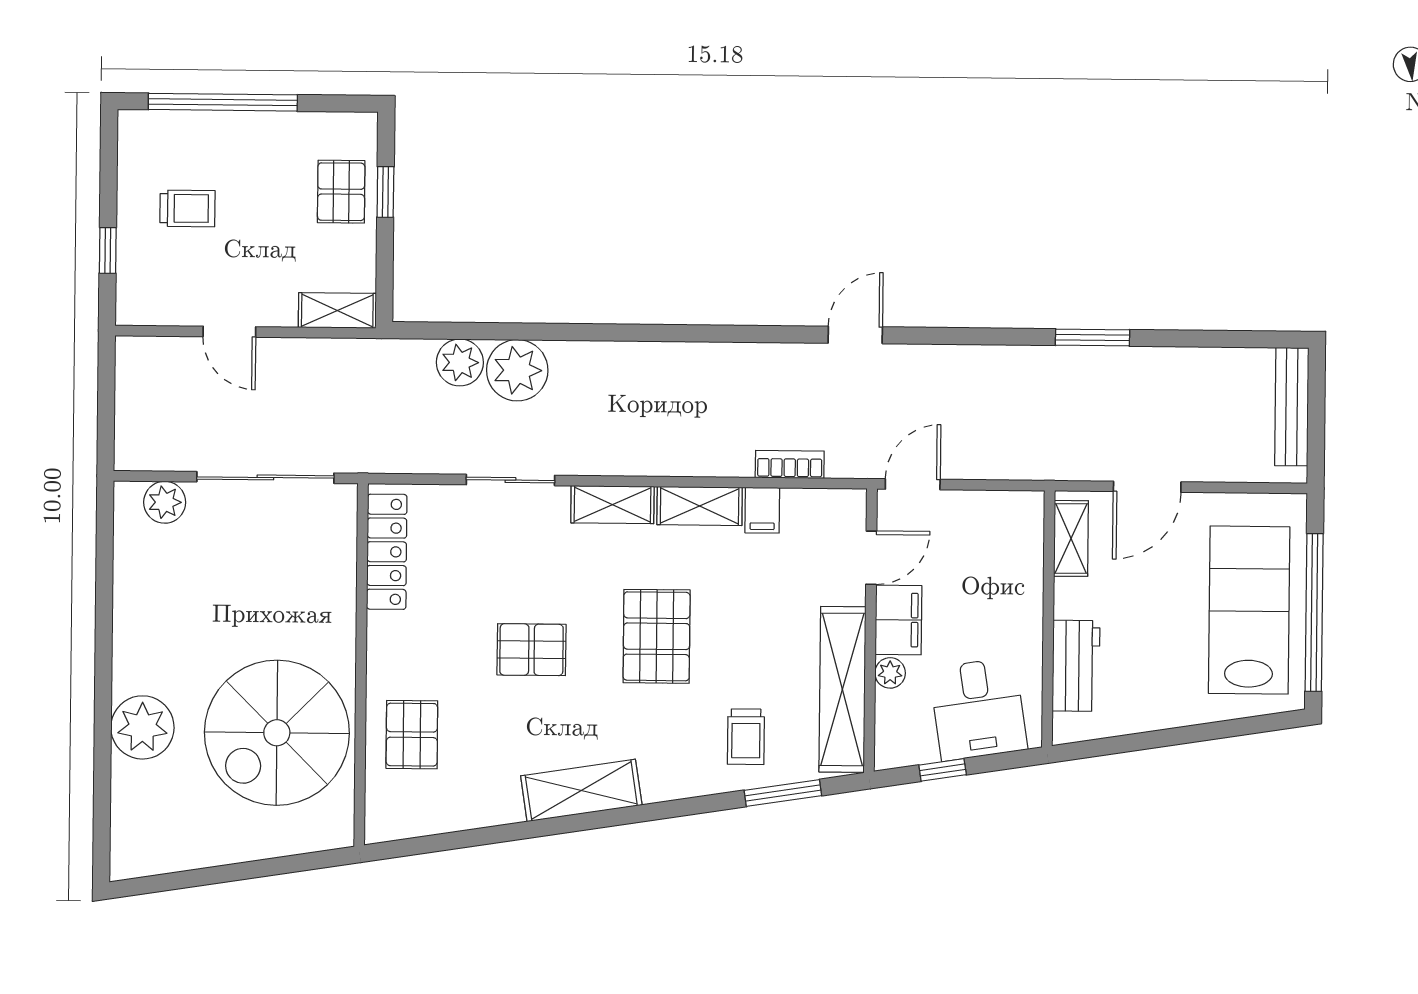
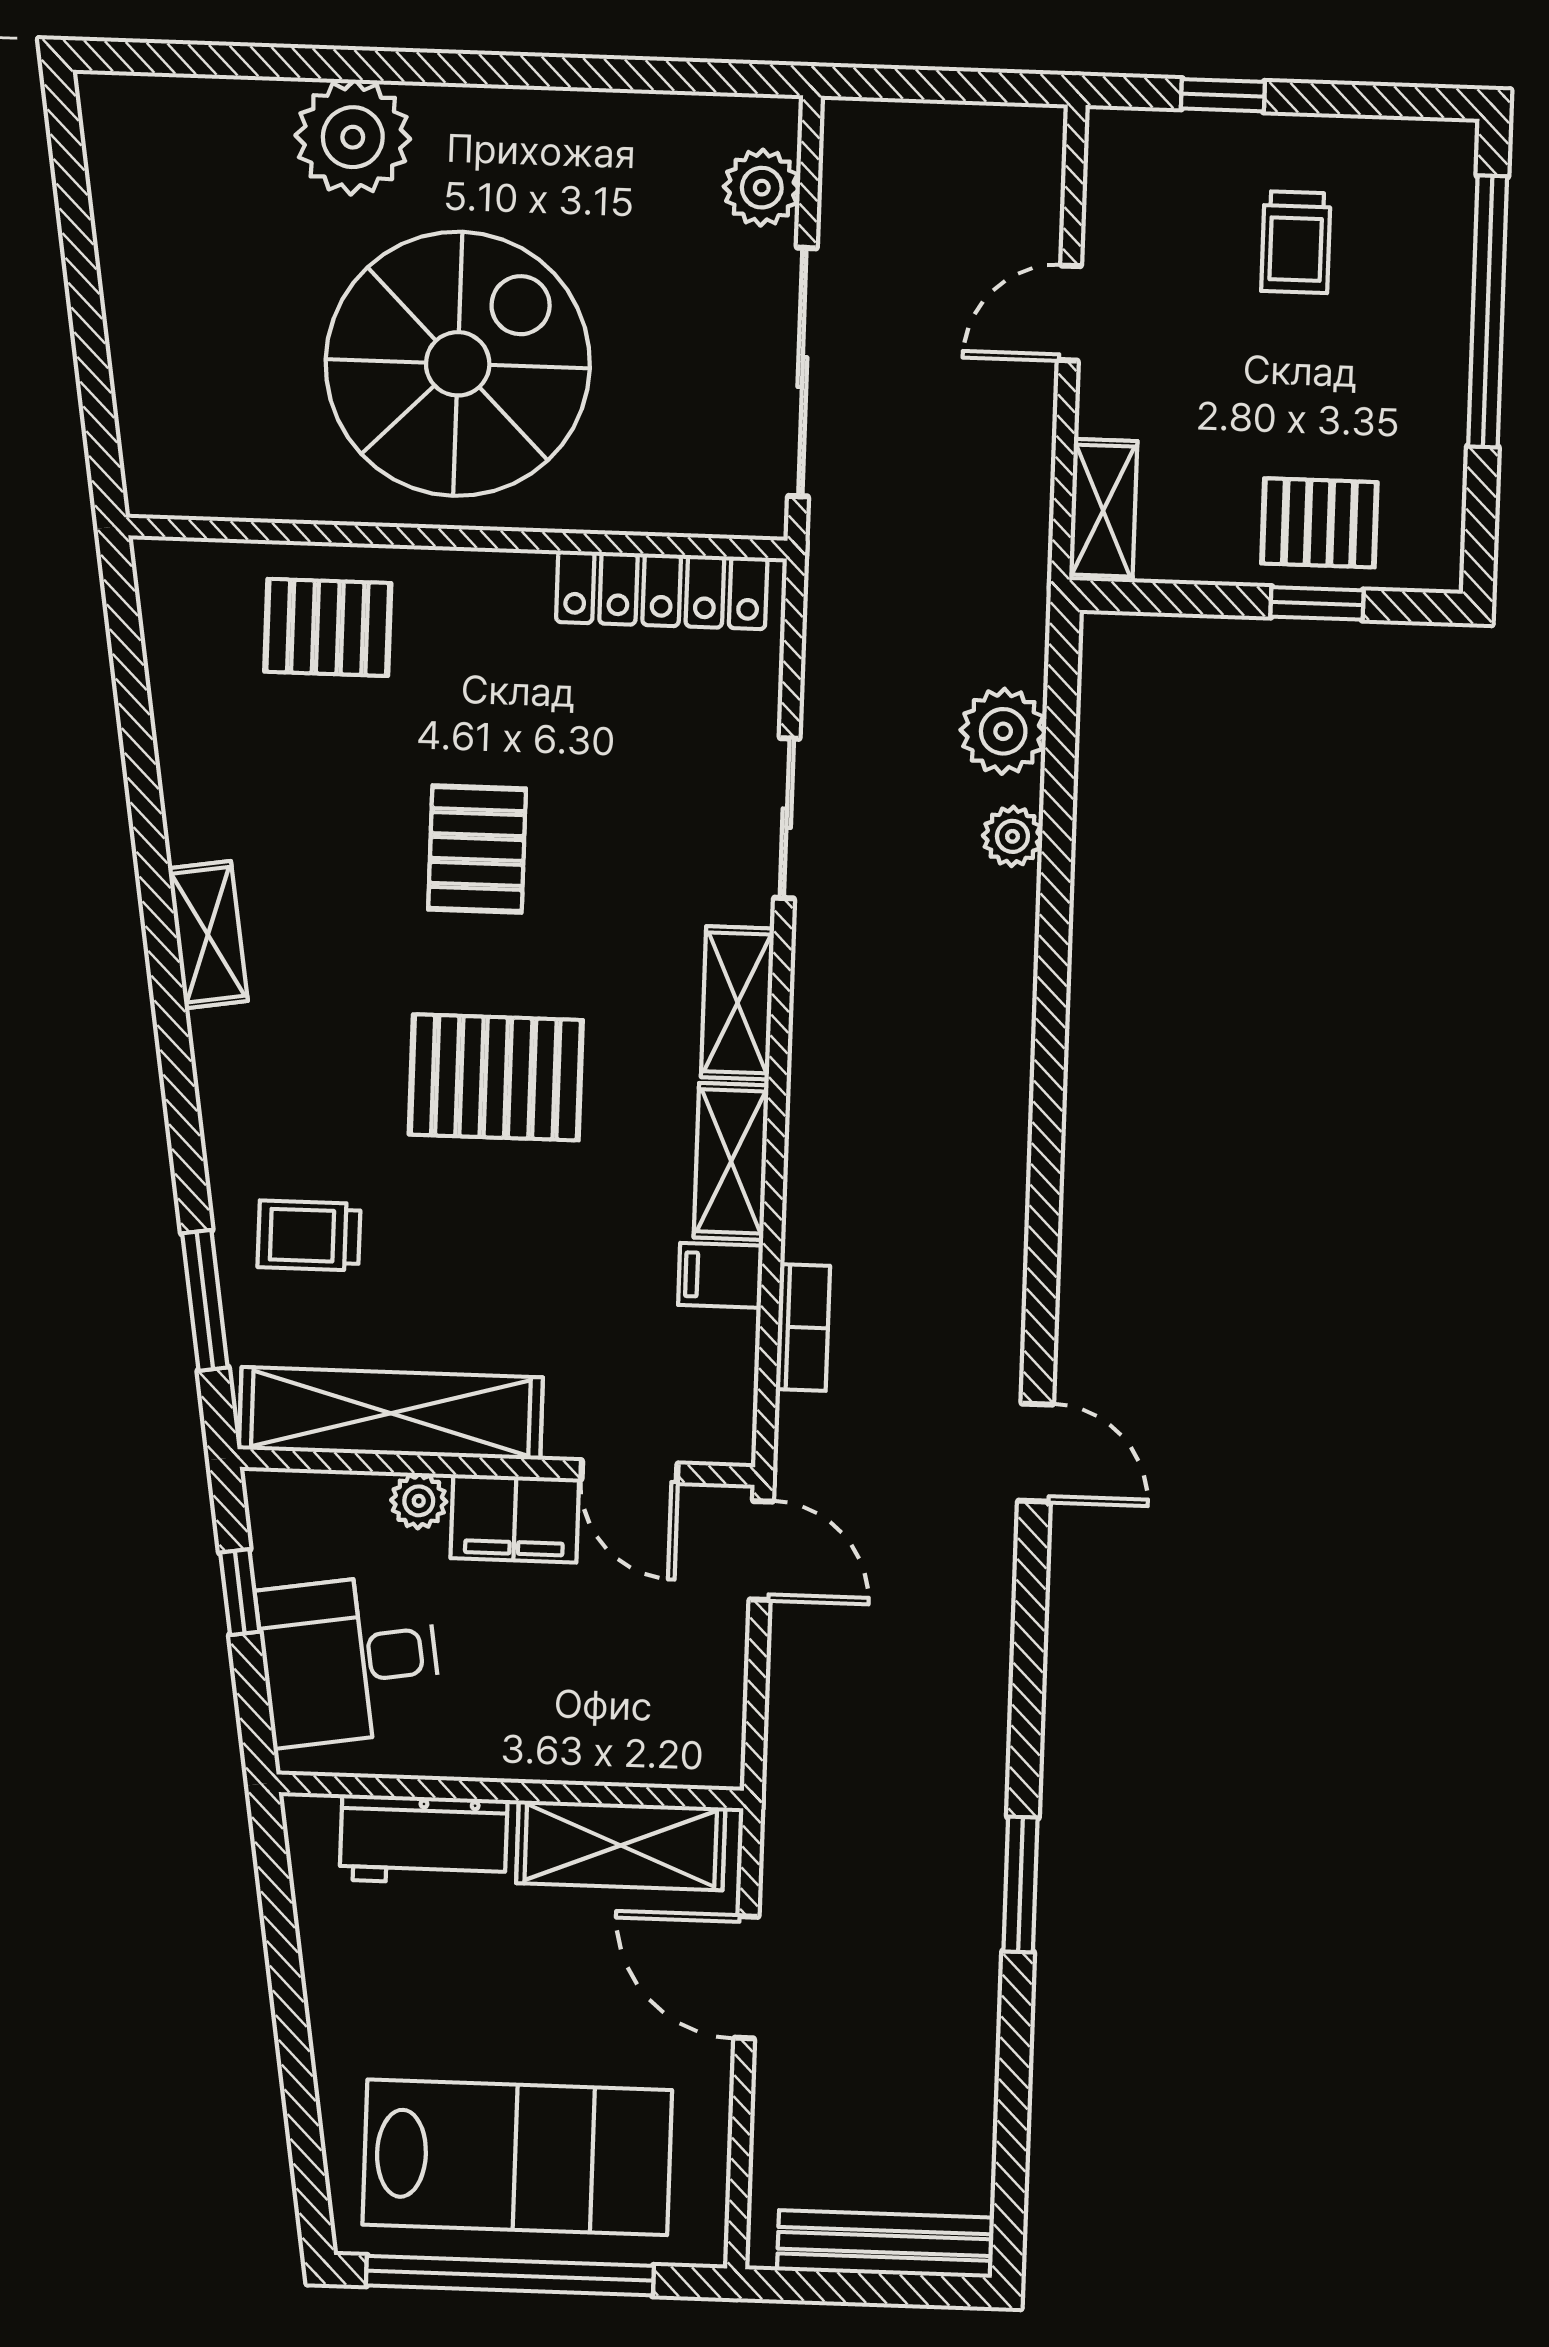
plant: (517, 370) -> (1012, 836), width x0.53, depth x0.53
shelving: (1071, 538) -> (621, 1845), width x1.50, depth x1.33
spiral stairs: (277, 733) -> (458, 364), moved, turned 90
shelving: (581, 791) -> (208, 935), width x0.67, depth x0.75

